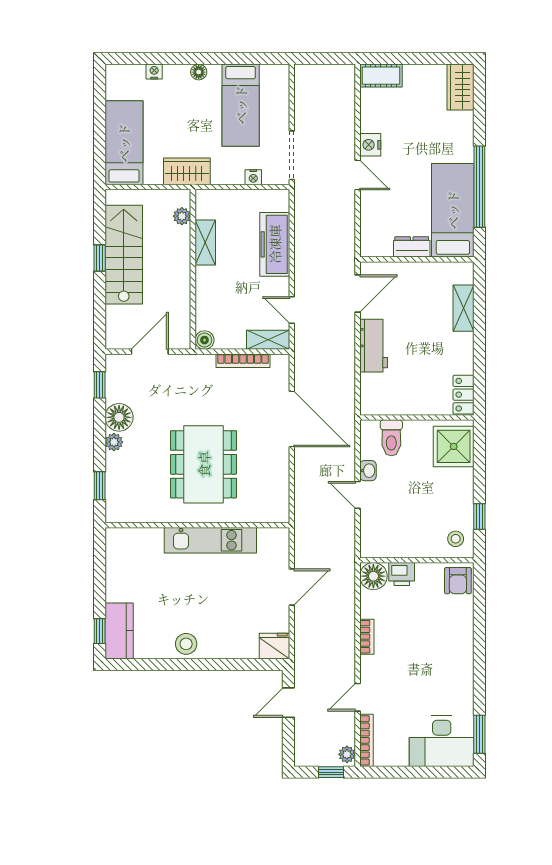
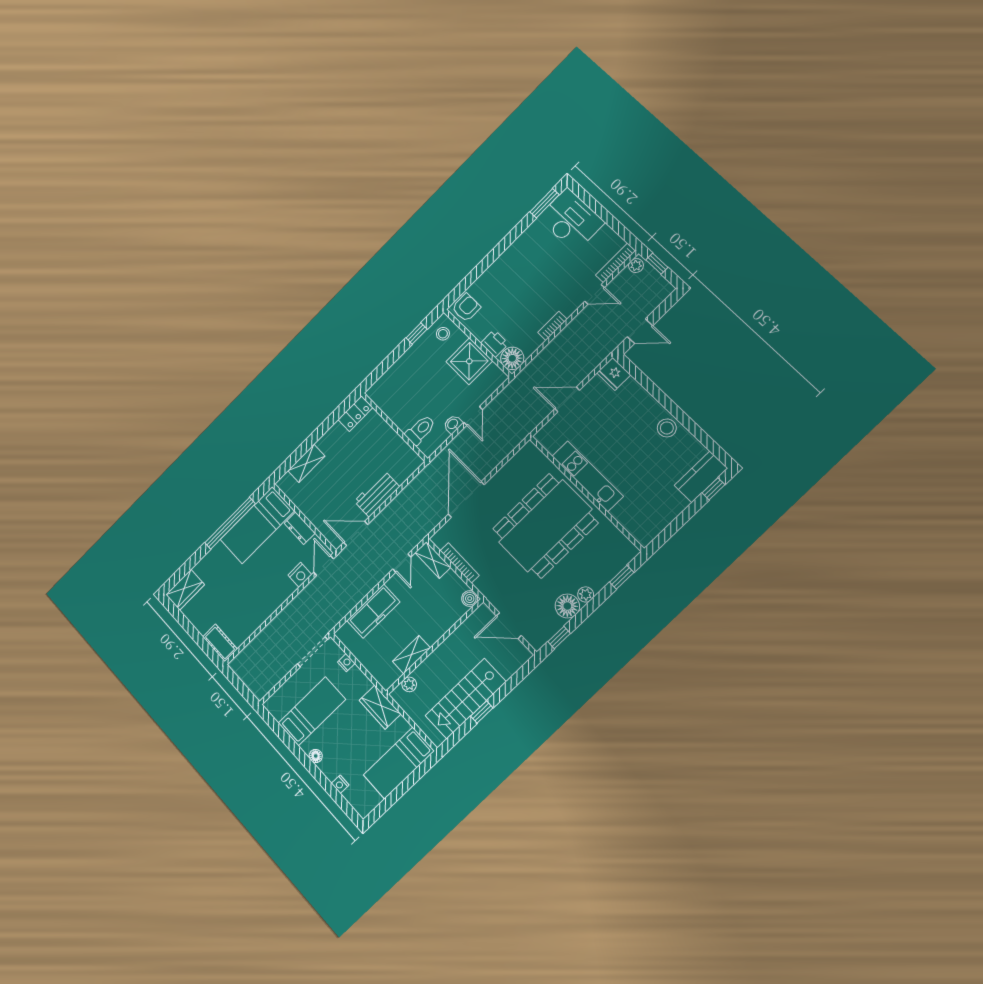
nightstand: (370, 145) -> (300, 575), moved
door: (358, 175) -> (324, 566), moved
shower: (454, 446) -> (469, 361), moved
dining table: (204, 464) -> (545, 526), width x1.36, depth x1.24

